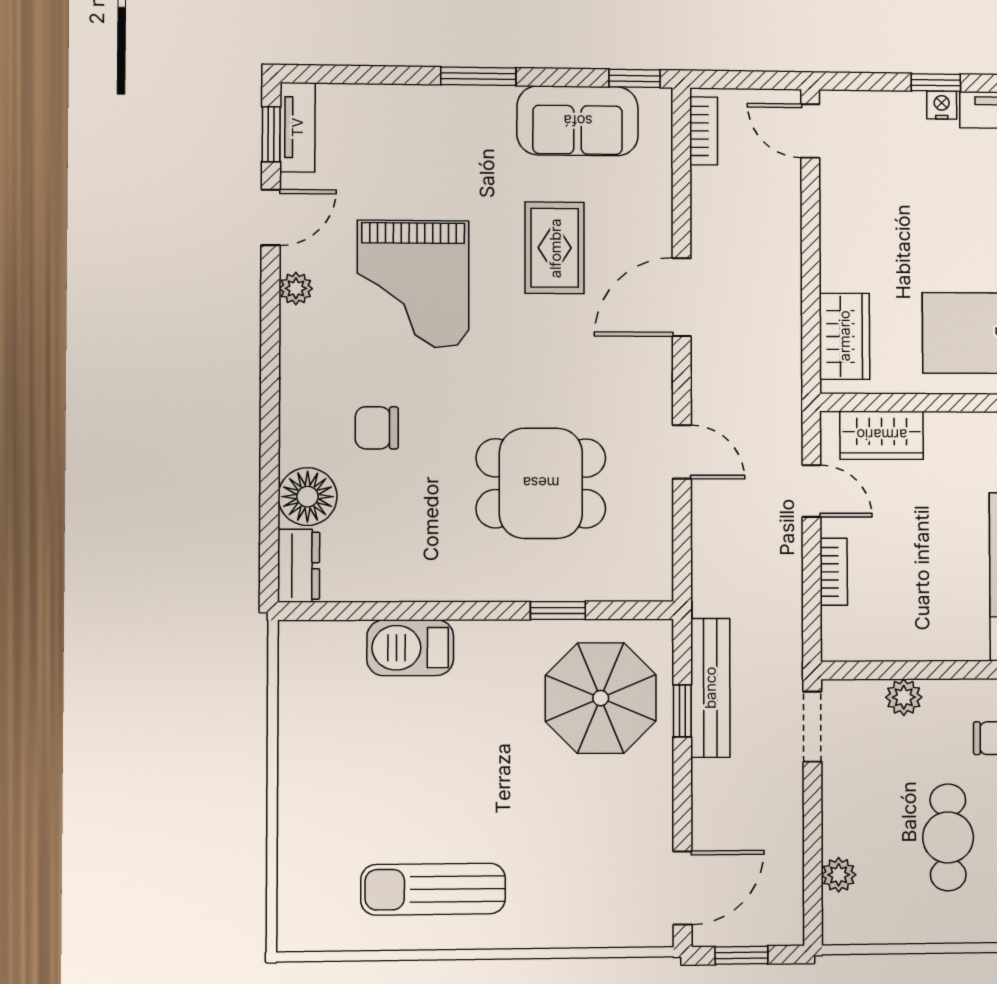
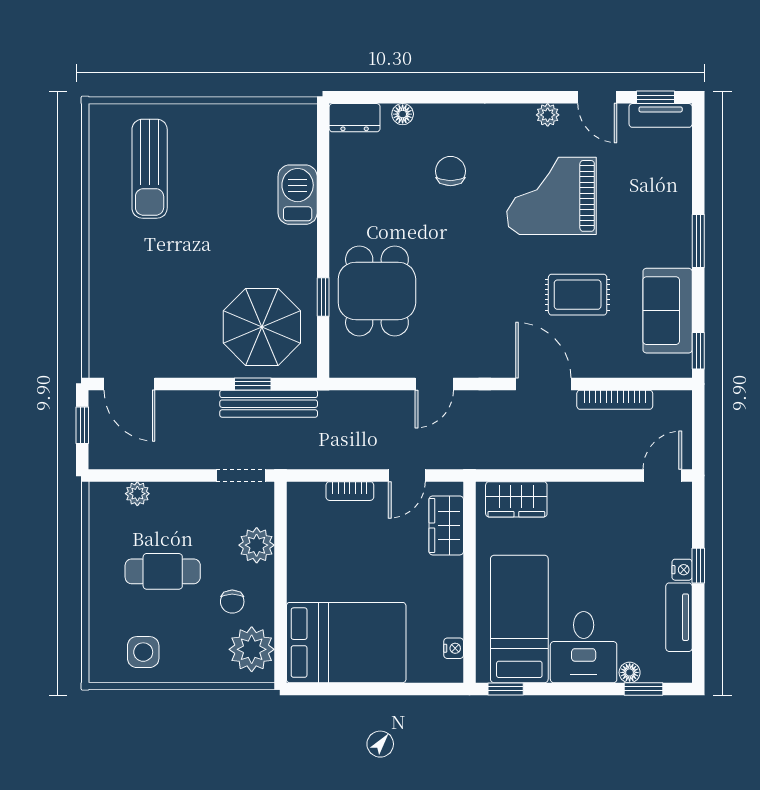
bookcase: (704, 131) -> (615, 400), moved, width x1.56
dining table: (541, 483) -> (377, 291), moved
floor lamp: (308, 497) -> (403, 114), width x0.53, depth x0.53
plant: (904, 697) -> (257, 545), width x1.38, depth x1.38
sun lounger: (433, 889) -> (150, 169), moved, turned 180

